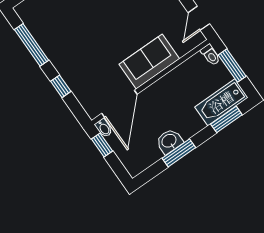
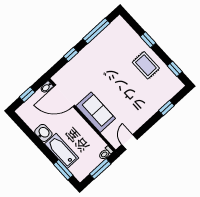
door: (199, 18) -> (129, 142), hinge flipped
bathtub: (221, 102) -> (62, 151), moved
window: (102, 145) -> (27, 95), moved
window: (179, 153) -> (36, 140), removed

